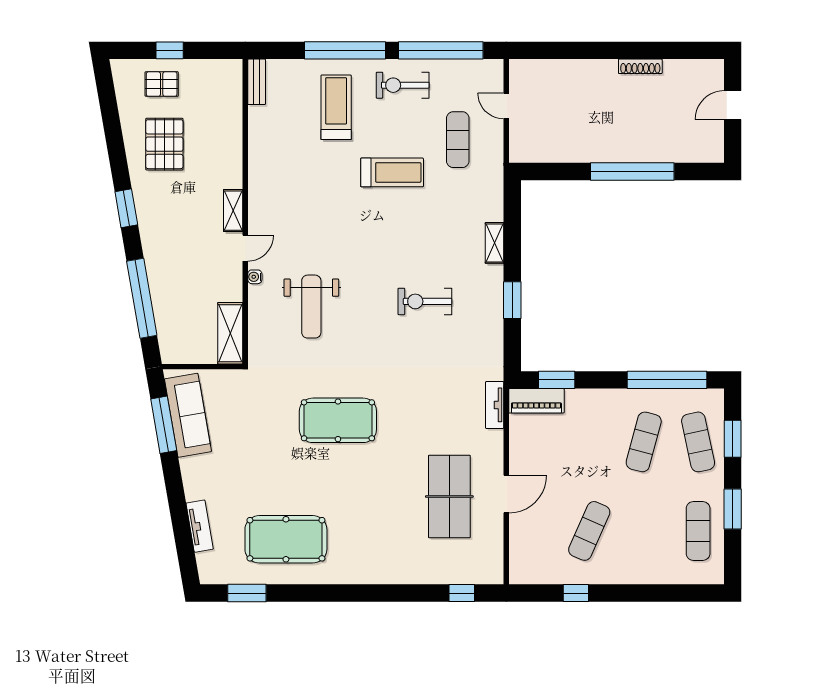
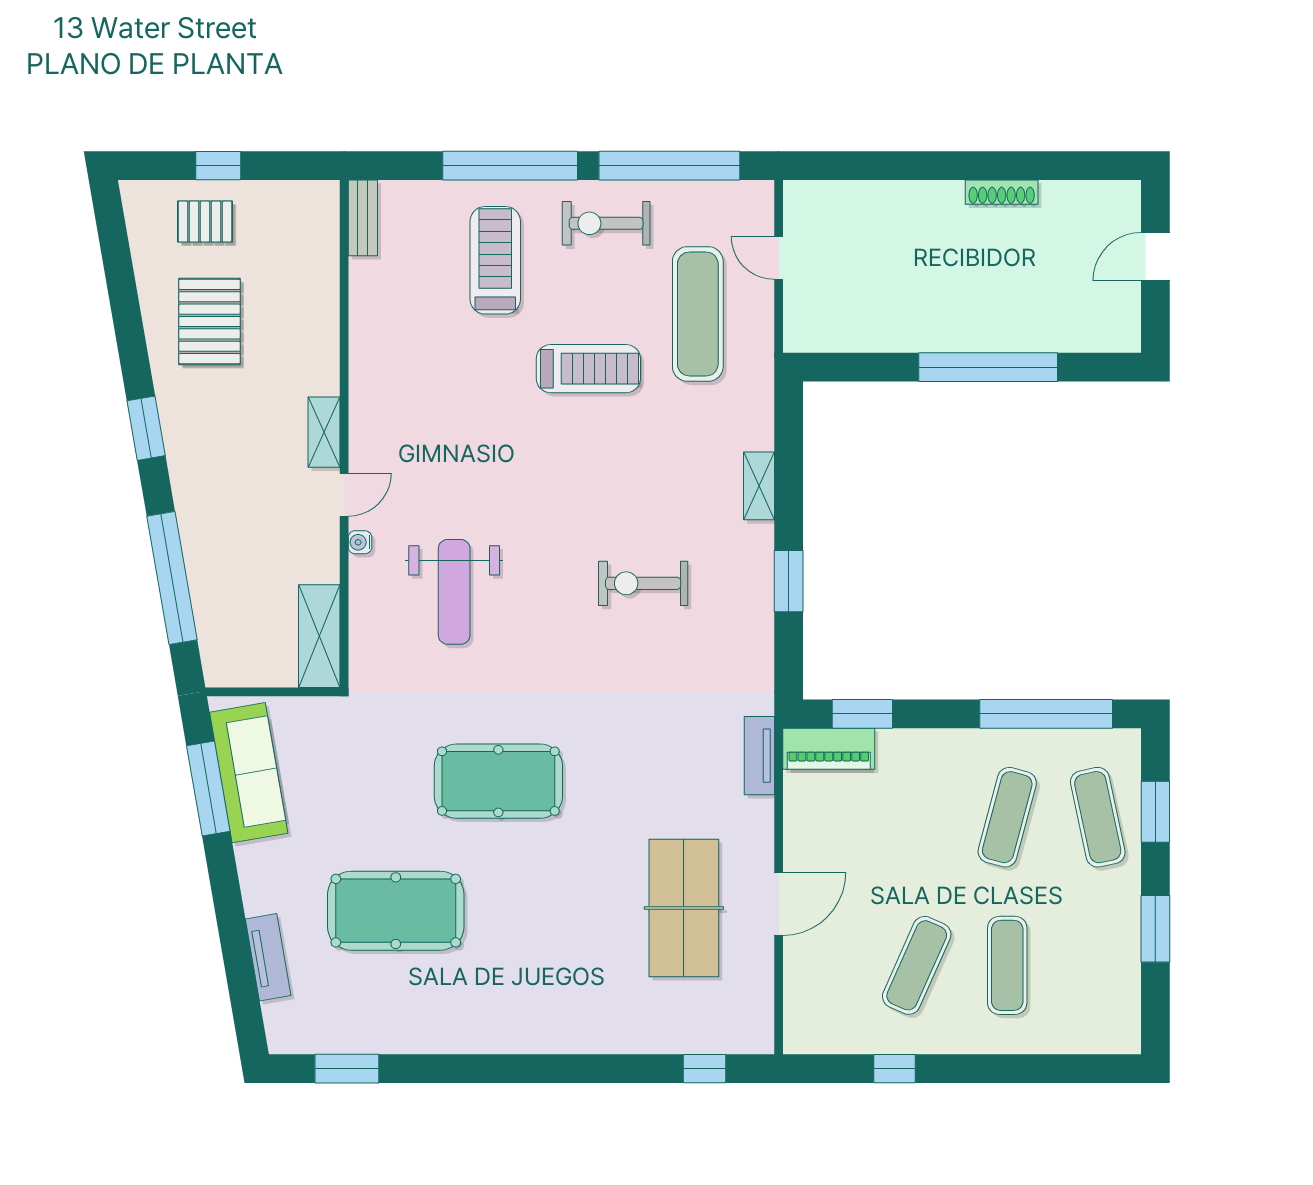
exercise mat: (458, 140) -> (698, 314), width x1.36, depth x1.45
exercise mat: (698, 531) -> (1007, 965), moved
pool table: (286, 539) -> (396, 911), moved

